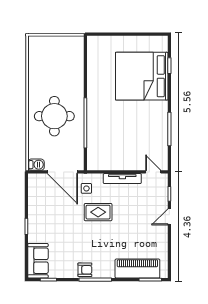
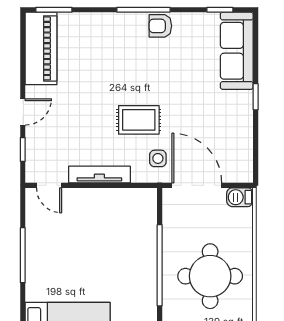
sofa: (38, 261) -> (237, 51), width x1.36
piano: (137, 269) -> (41, 48), moved, turned -90

